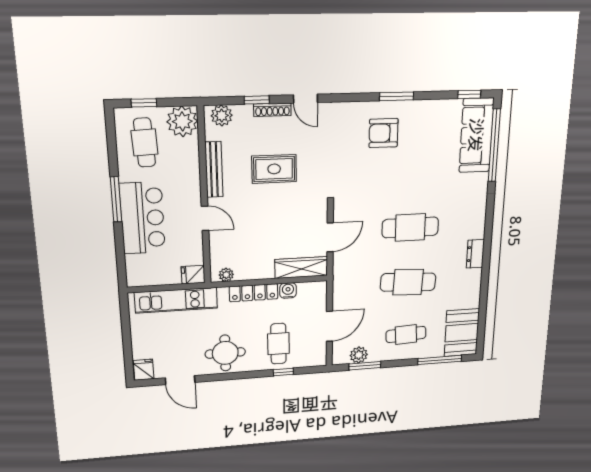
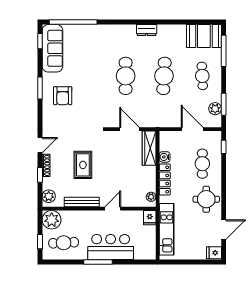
sofa: (476, 135) -> (52, 48), moved, turned -90
cafe table: (278, 344) -> (202, 164), turned 90
window: (283, 372) -> (224, 147), moved

